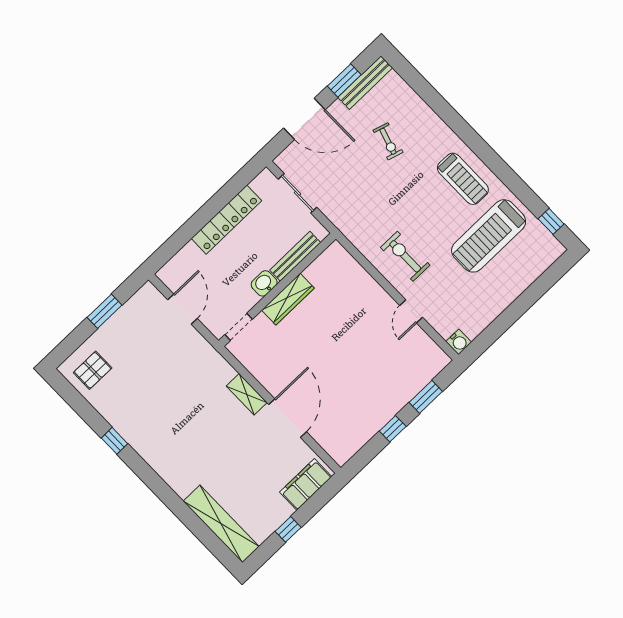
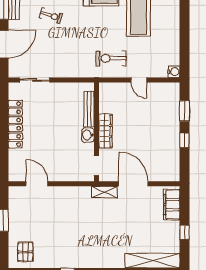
bench: (295, 256) -> (89, 109), moved
washbasin: (264, 283) -> (88, 135), moved
wall: (277, 290) -> (96, 132), moved
wardrobe: (288, 299) -> (105, 131), moved
doorway: (239, 327) -> (96, 166), moved

